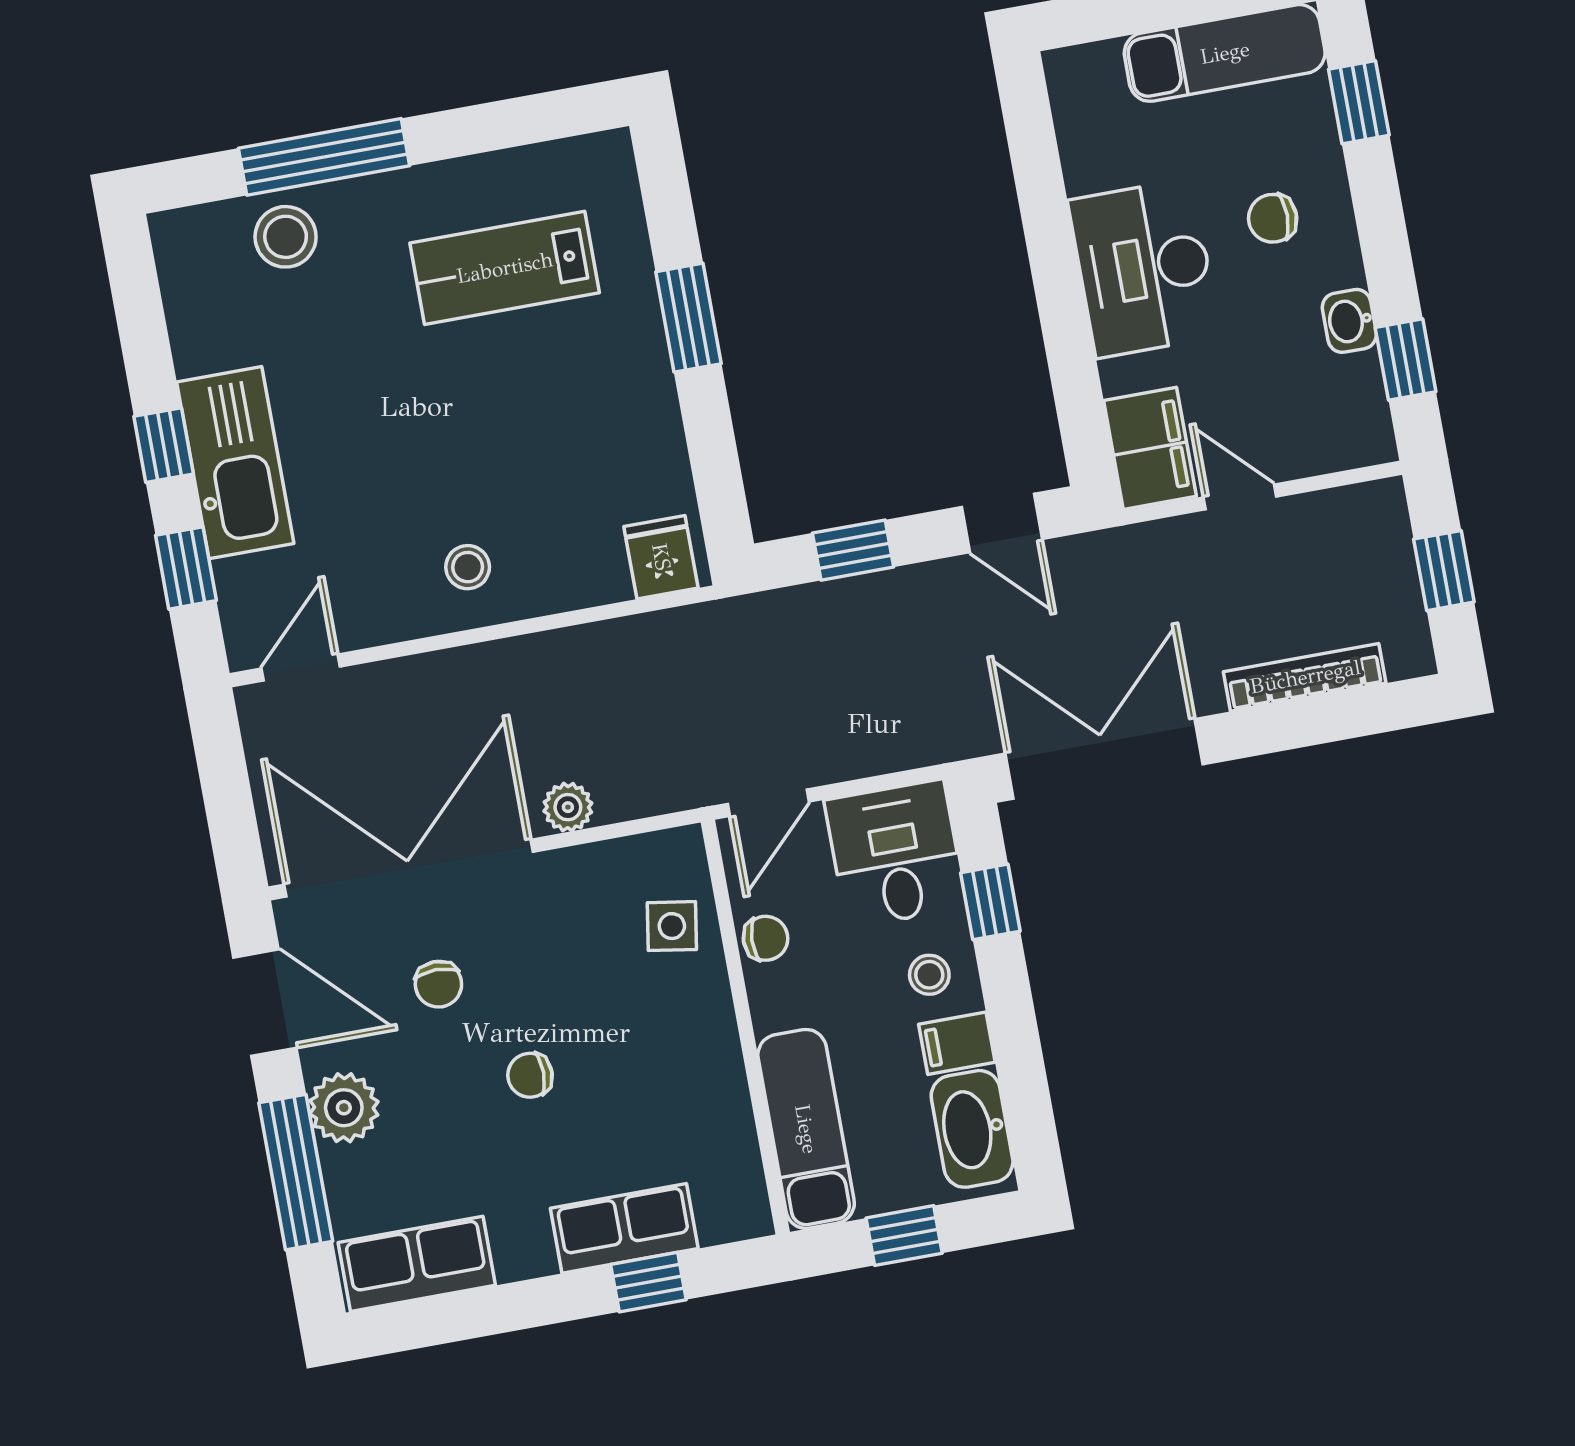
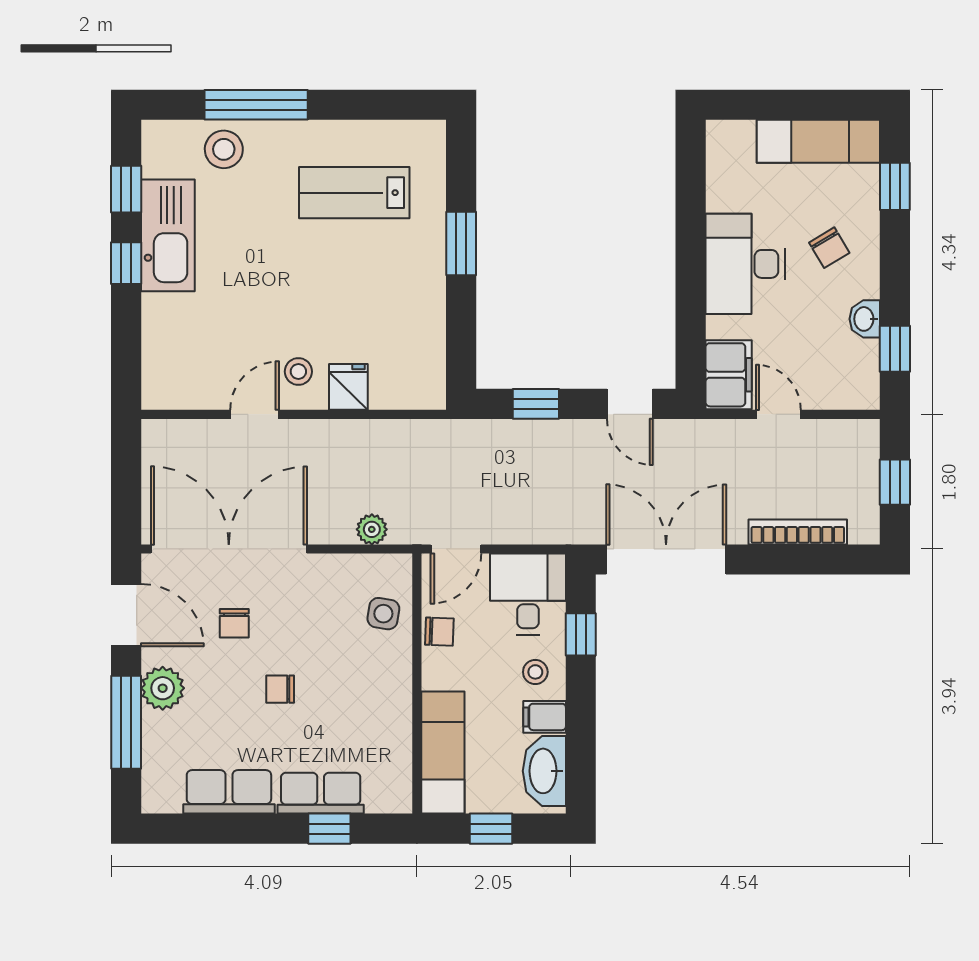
chair: (1273, 218) -> (829, 248), turned -121
kitchen sink: (235, 463) -> (168, 235), moved
fridge: (661, 557) -> (348, 387), moved
window: (186, 568) -> (126, 189), moved
door: (301, 668) -> (255, 414), moved
plant: (568, 807) -> (372, 529), moved
row of seats: (417, 1264) -> (229, 792), moved

